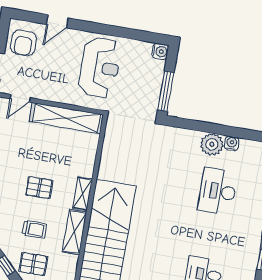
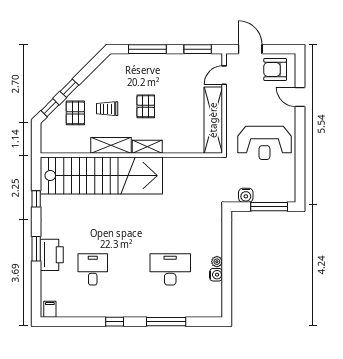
water cooler: (160, 51) -> (246, 195), moved
window: (166, 91) -> (269, 207), moved
door: (20, 98) -> (224, 75), hinge flipped
plant: (212, 144) -> (217, 262), width x0.53, depth x0.53
trolley: (35, 229) -> (107, 109), turned 90

